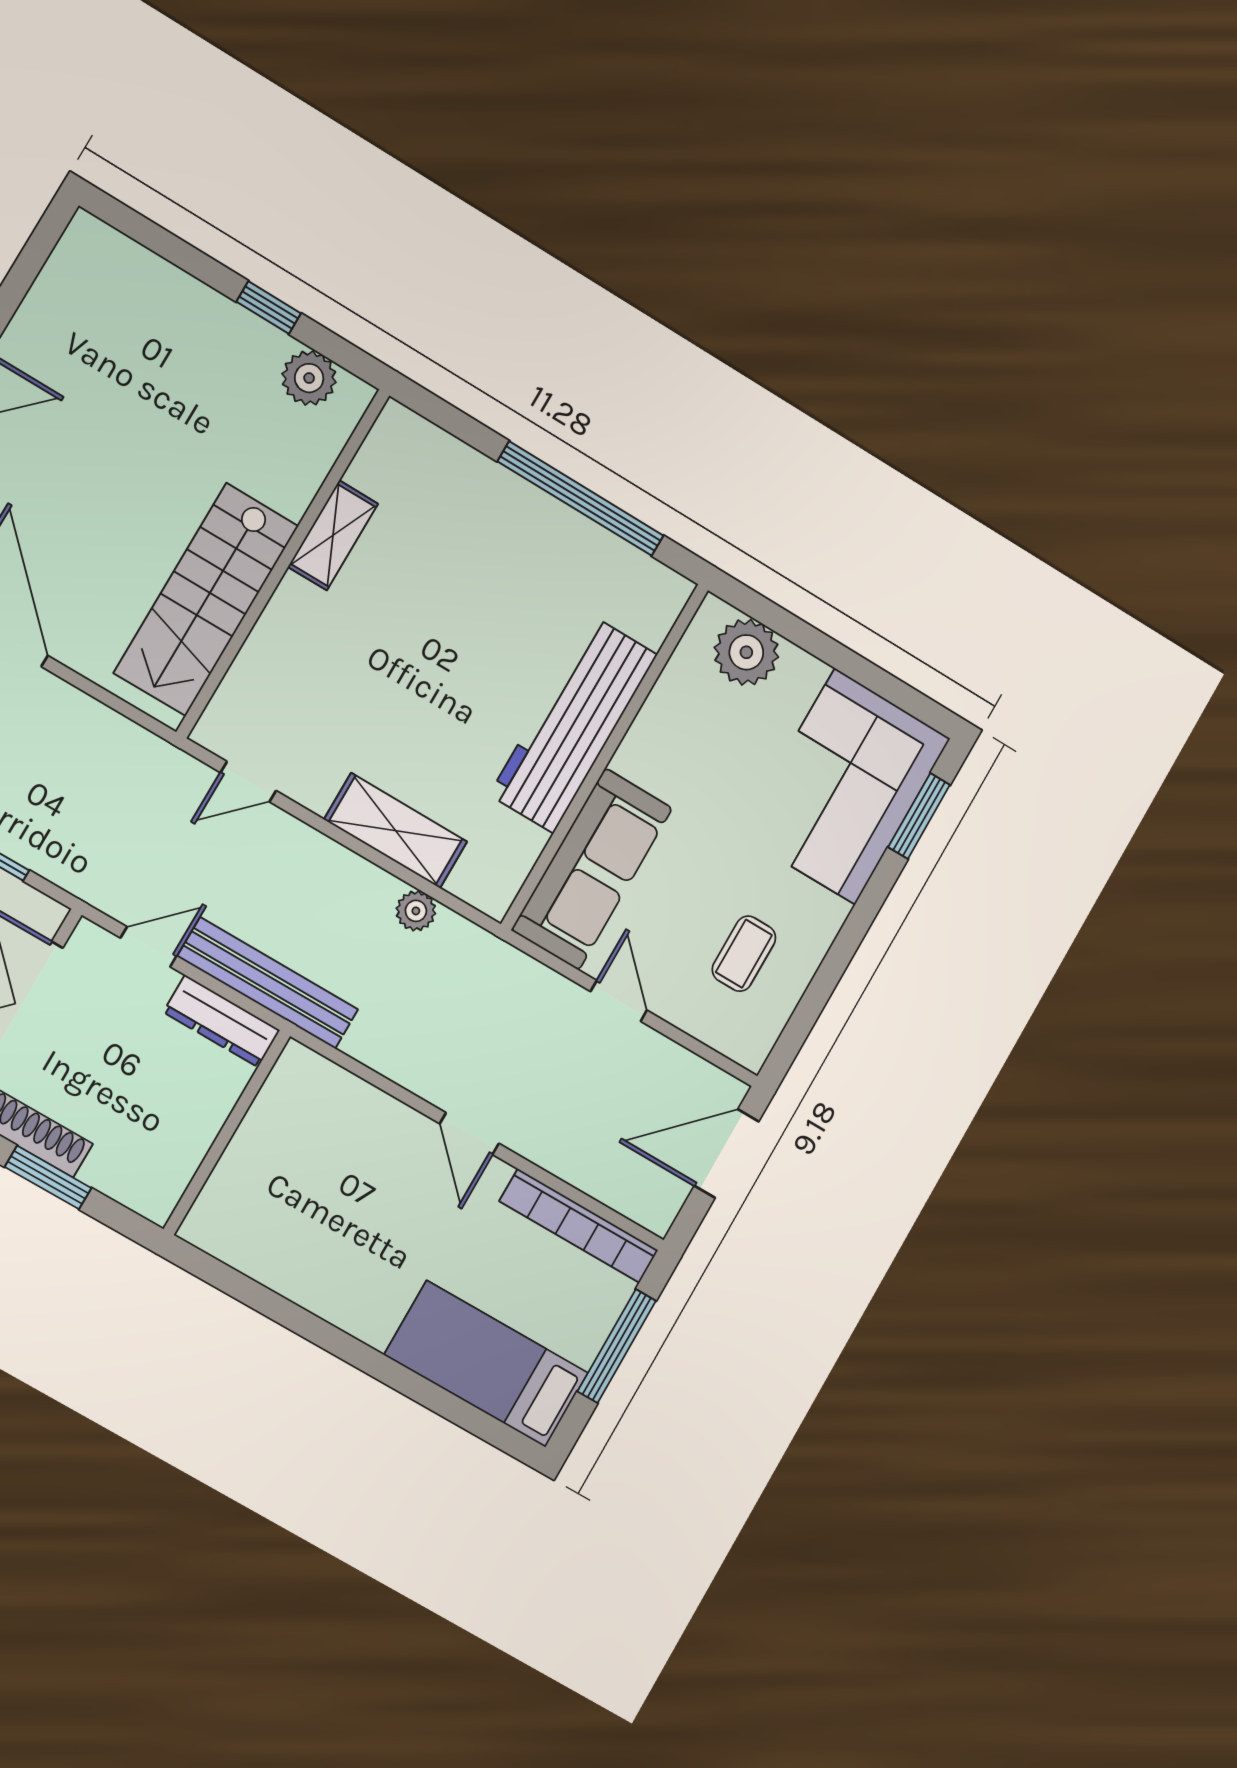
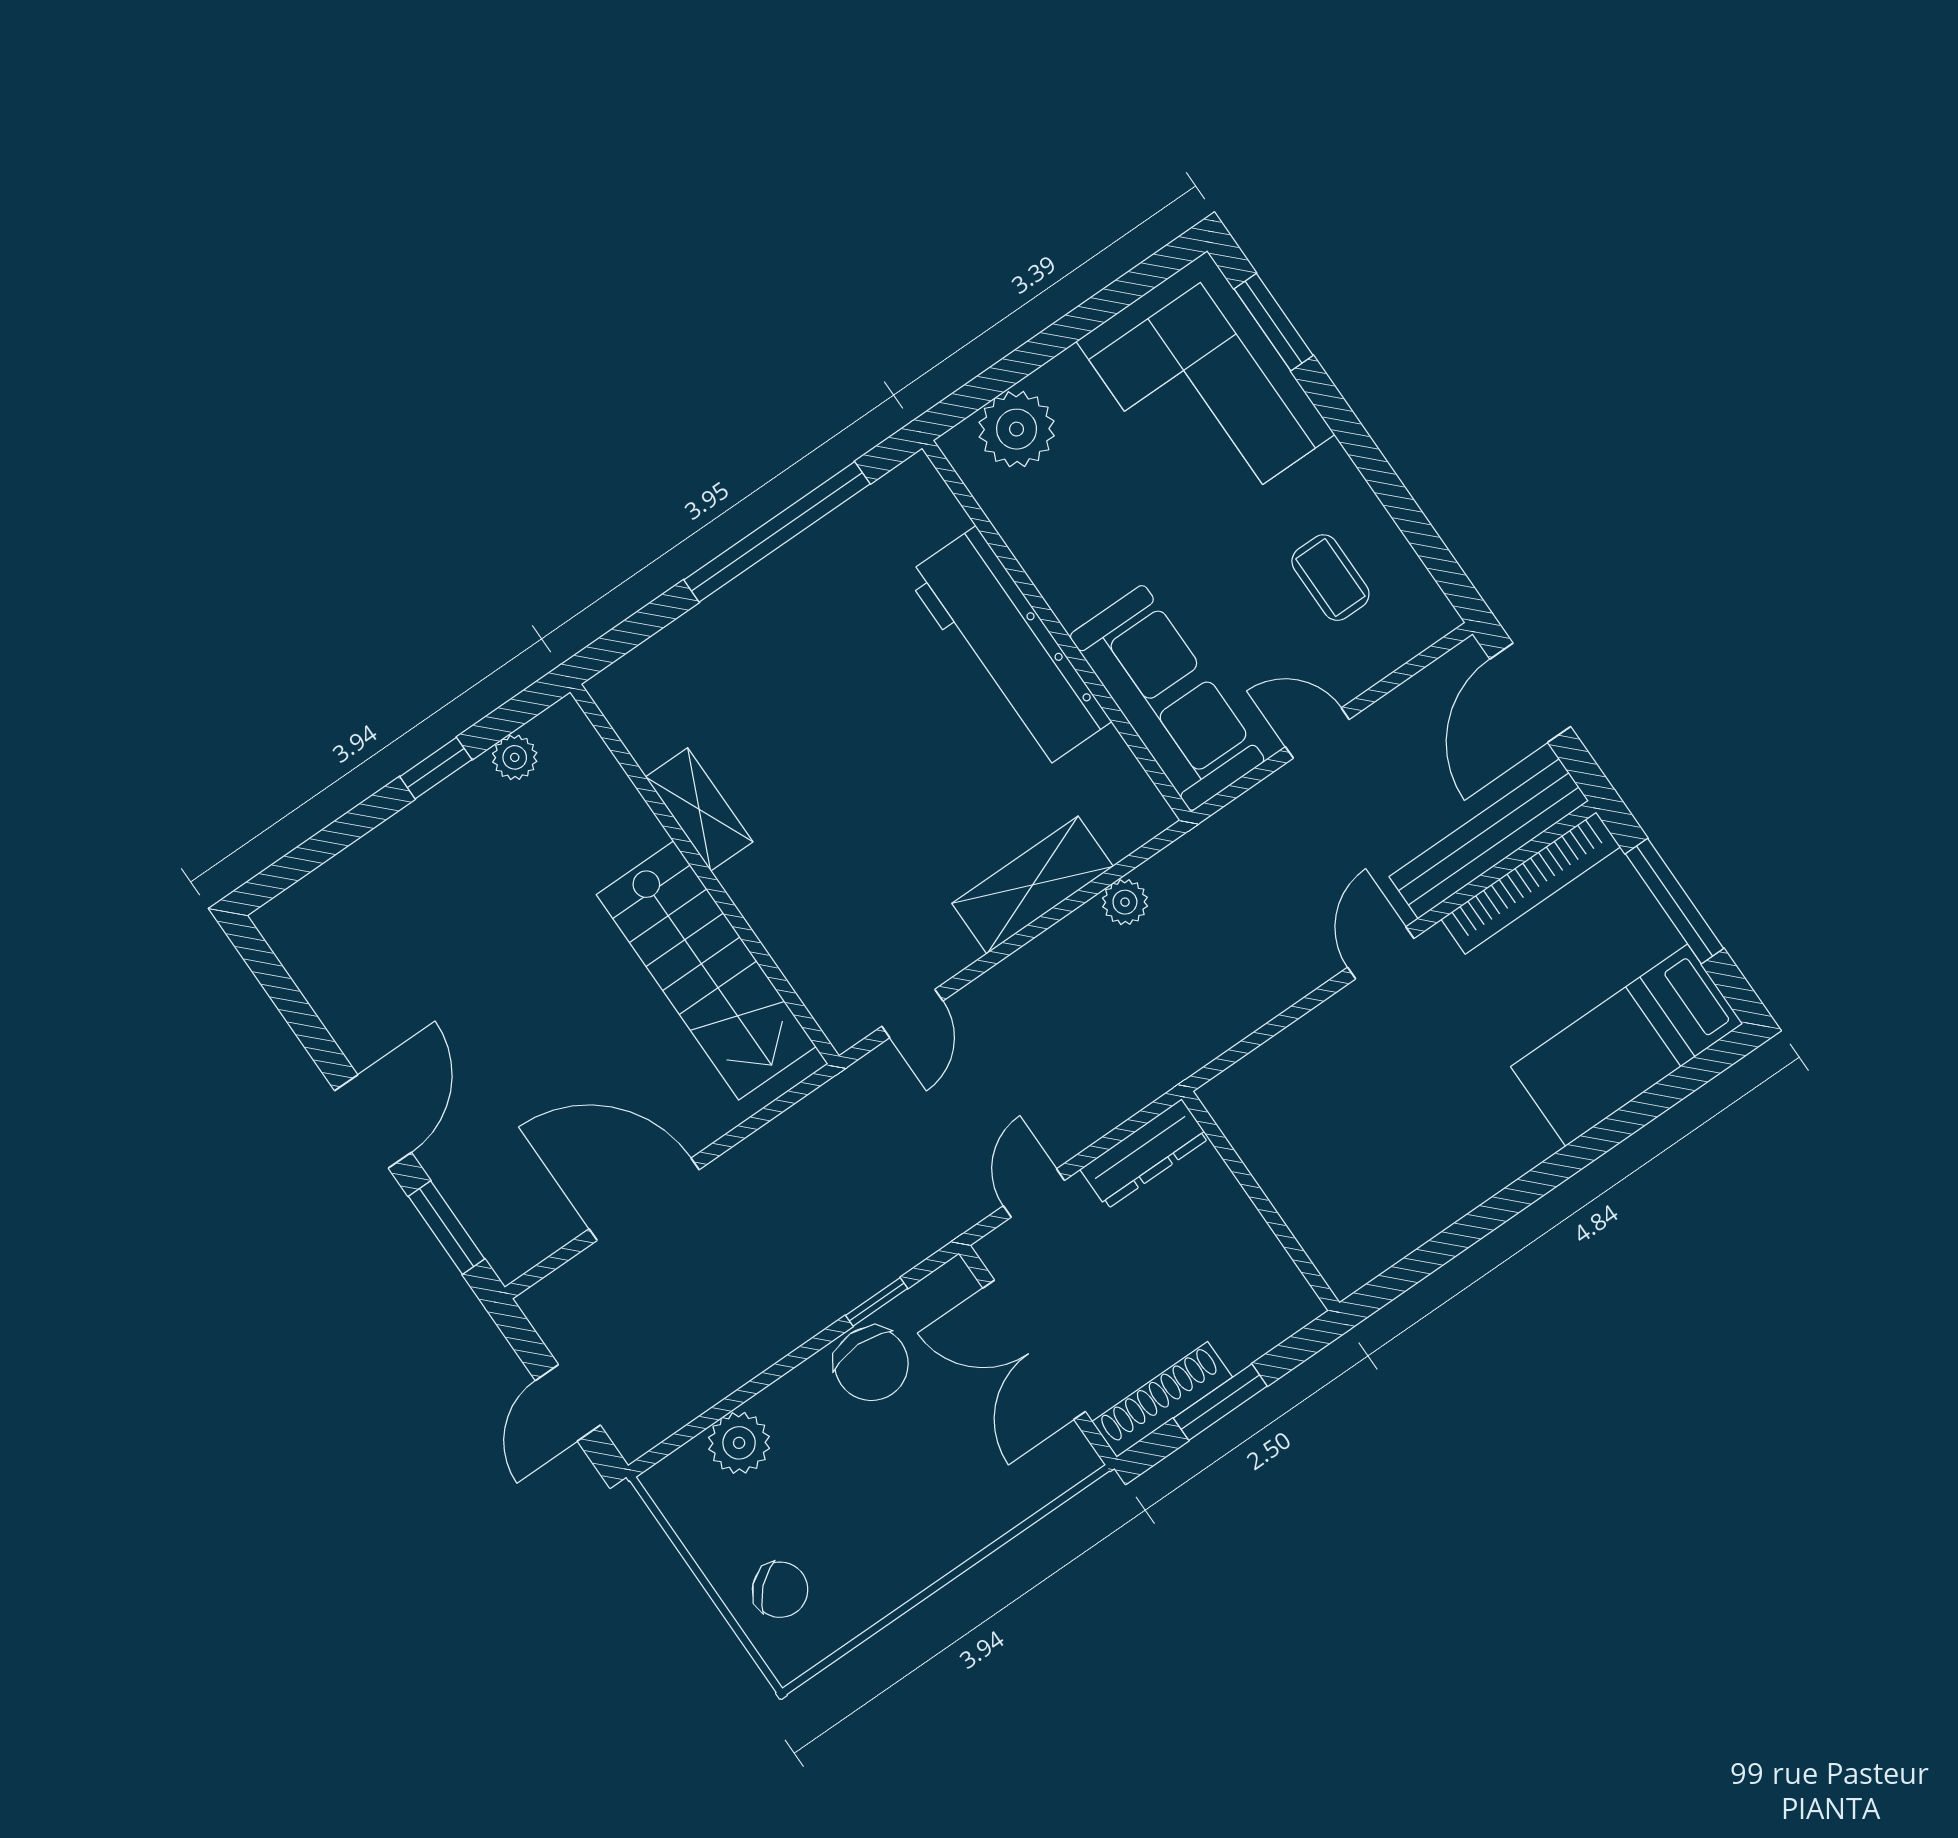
plant: (309, 378) -> (515, 757), width x0.73, depth x0.73
bench: (268, 983) -> (1489, 839), moved
door: (469, 1134) -> (1381, 953), swing flipped

